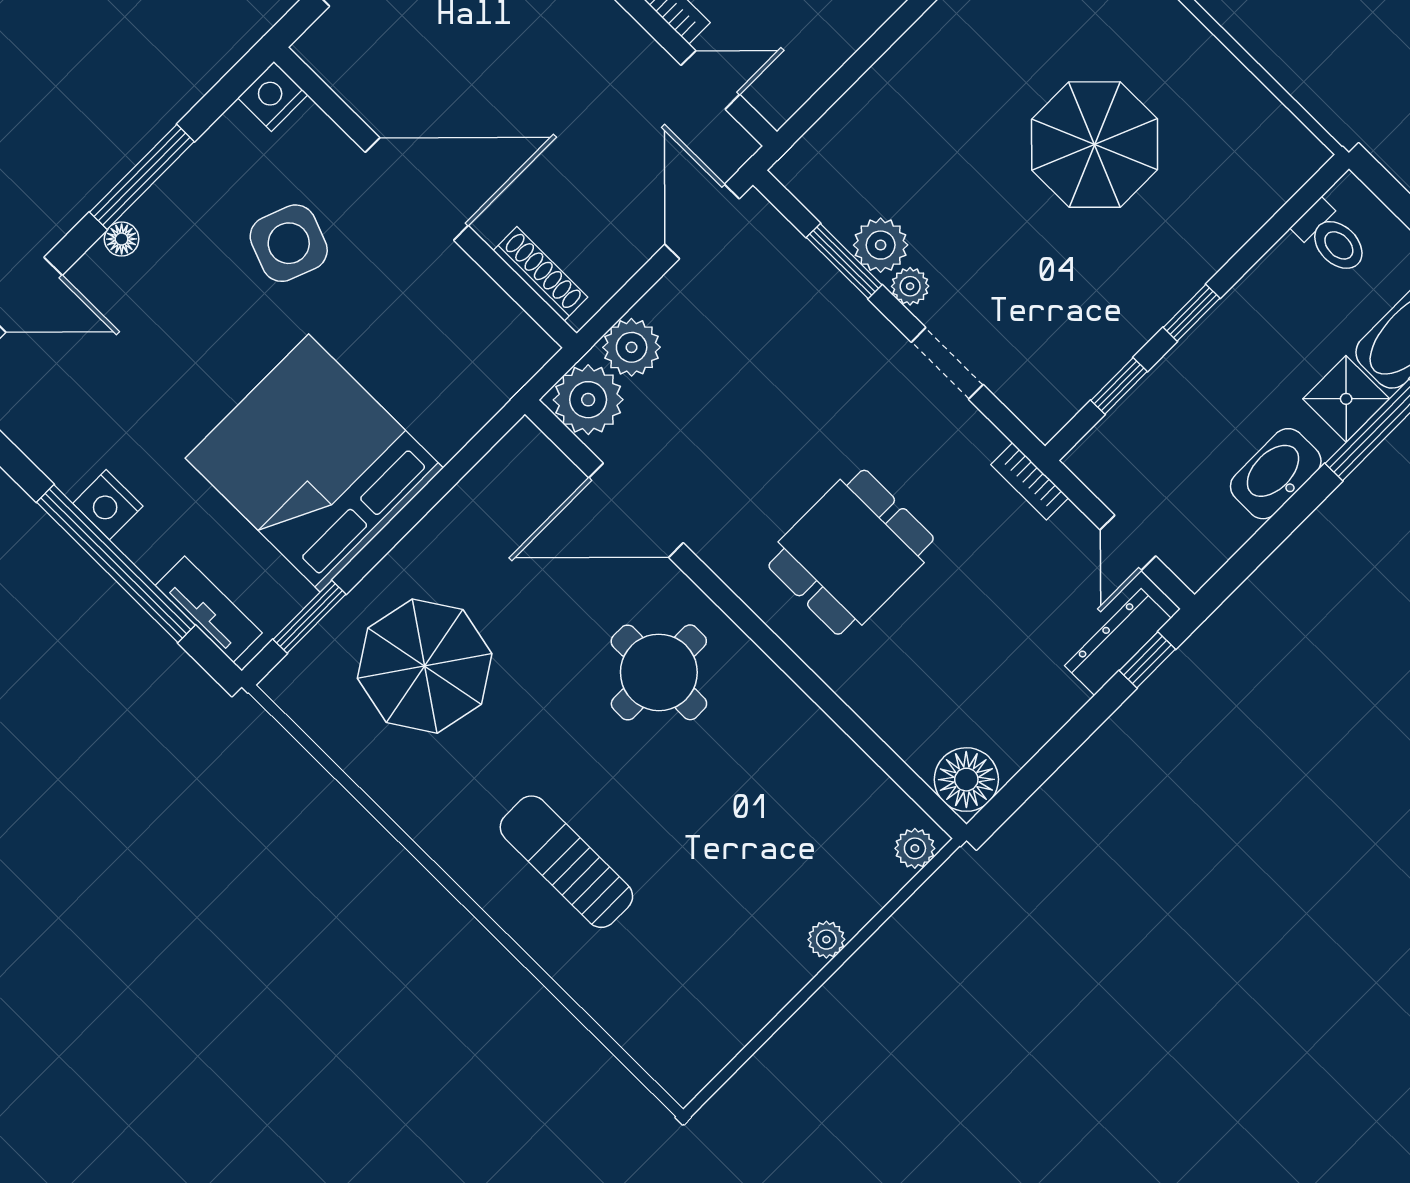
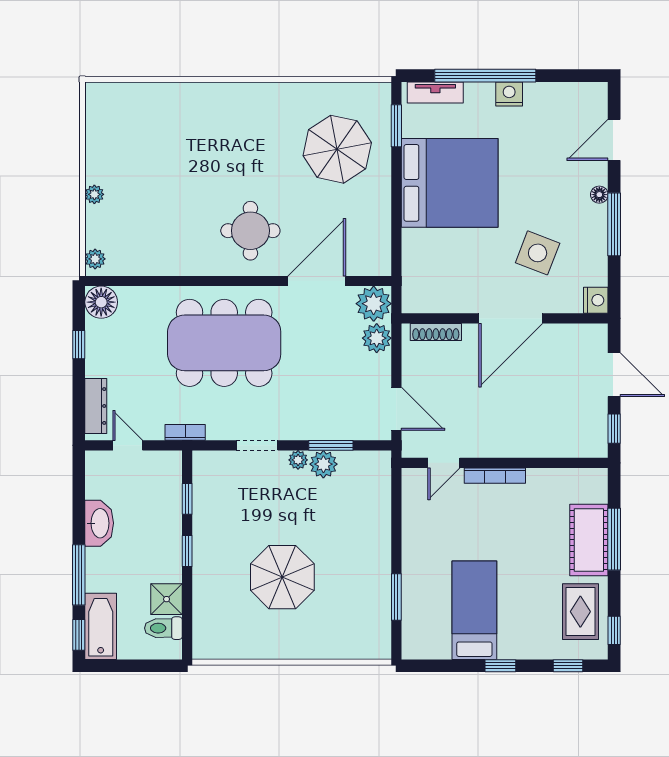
shower: (1346, 399) -> (167, 599), moved
dining table: (851, 552) -> (224, 343), width x1.88, depth x1.24
window: (1147, 660) -> (79, 345), moved
sun lounger: (566, 862) -> (216, 129), removed

